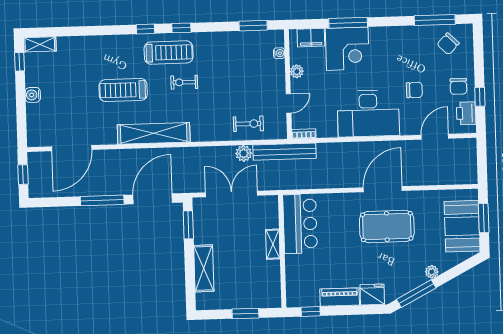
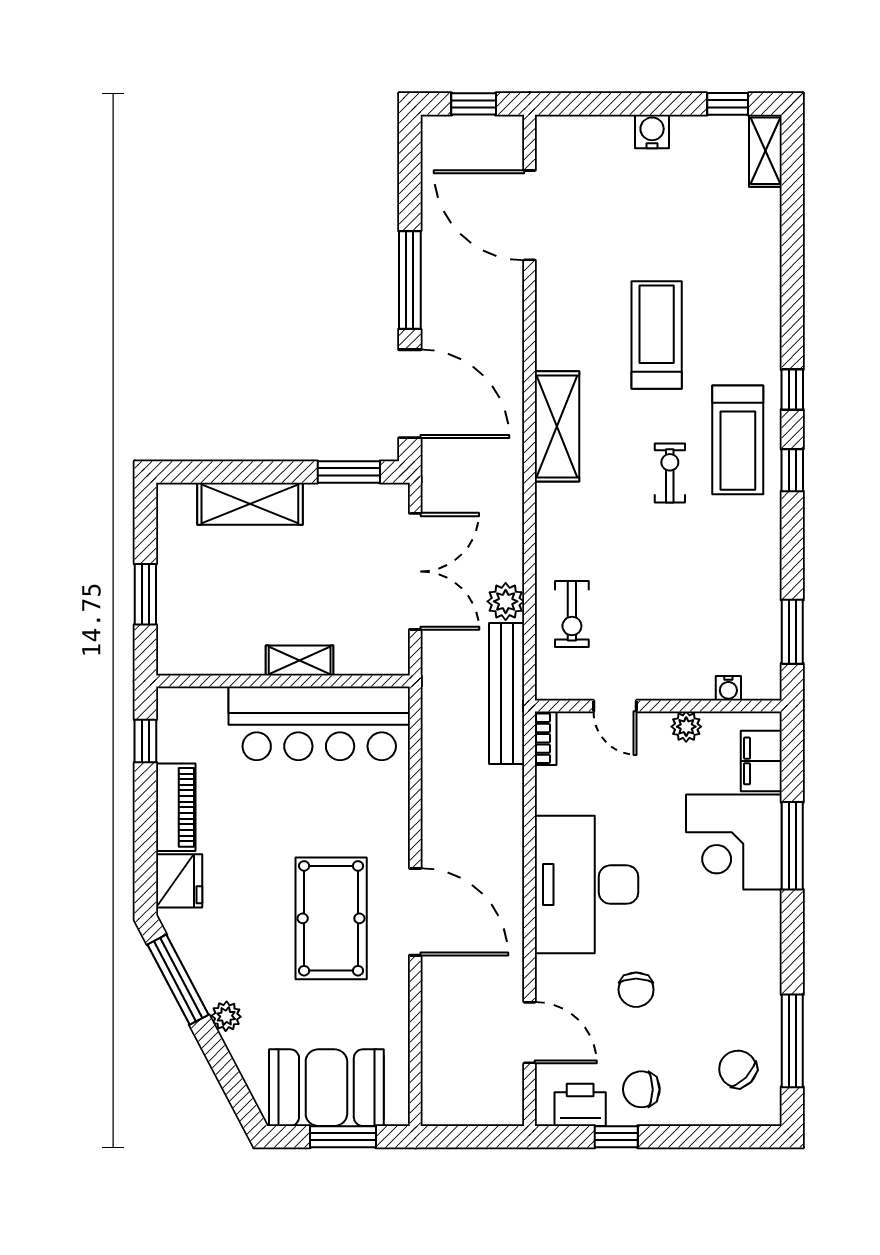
shelving: (154, 133) -> (557, 426), width x0.68
bar counter: (300, 224) -> (319, 723), width x1.36

